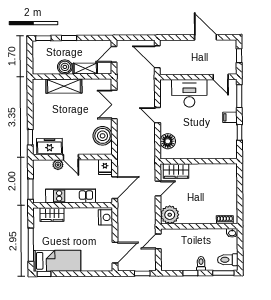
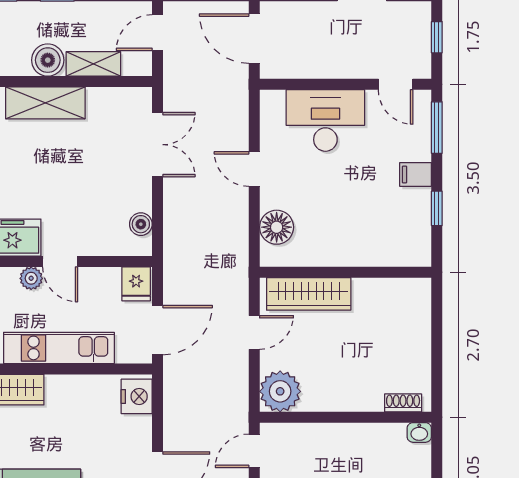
double door: (114, 105) -> (158, 145), swing flipped
boiler: (103, 136) -> (141, 224), width x0.54, depth x0.54
wardrobe: (176, 171) -> (309, 294), width x1.50

